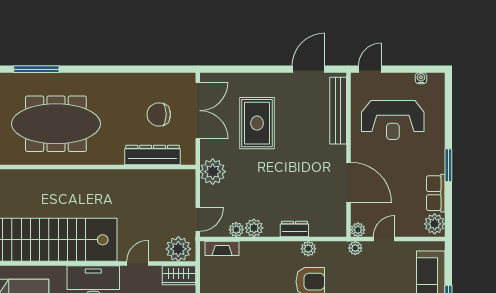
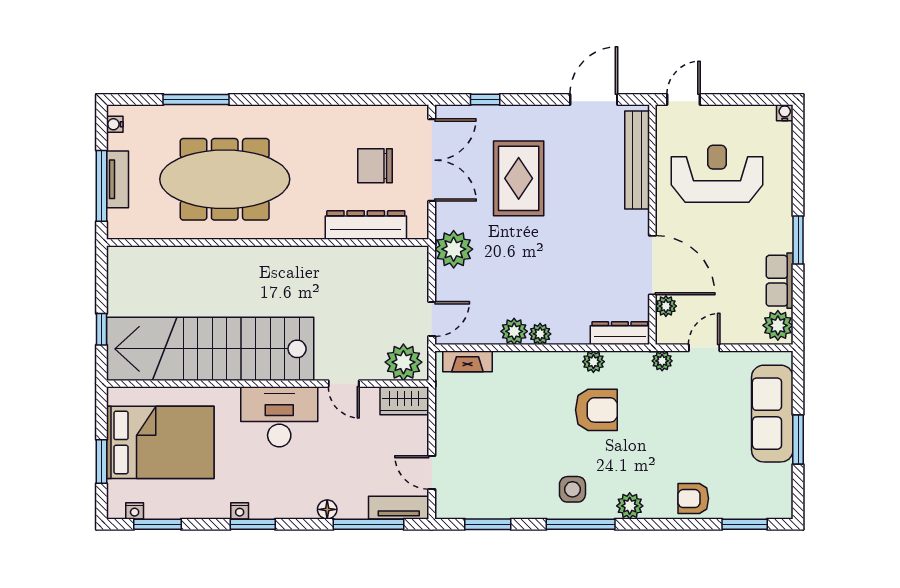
window: (234, 69) -> (485, 99), added
water cooler: (421, 78) -> (785, 113), moved
reception desk: (393, 120) -> (717, 174), turned 180
dresser: (294, 229) -> (620, 333), moved, width x1.44
plant: (236, 230) -> (540, 334), moved
plant: (358, 230) -> (666, 306), moved
door: (137, 264) -> (344, 384), swing flipped

